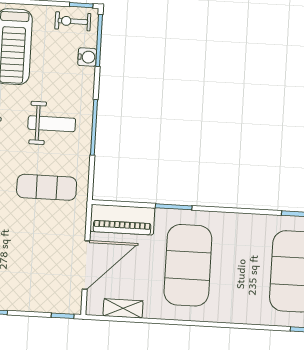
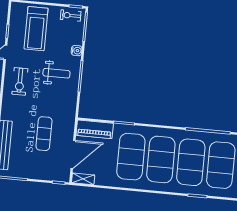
water cooler: (87, 57) -> (77, 51), moved
exercise mat: (47, 187) -> (44, 134), moved, turned 90
exercise mat: (241, 268) -> (161, 159), added
shelving: (123, 308) -> (83, 179), moved

